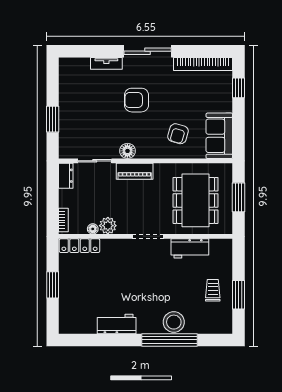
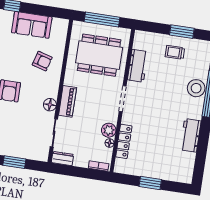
sofa: (219, 136) -> (32, 25), moved
window: (239, 197) -> (102, 19), width x1.44
locker: (80, 246) -> (124, 141), moved

